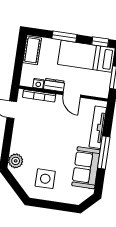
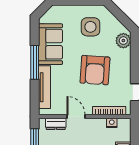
dresser: (54, 85) -> (56, 124), moved
armchair: (47, 137) -> (95, 70), added

